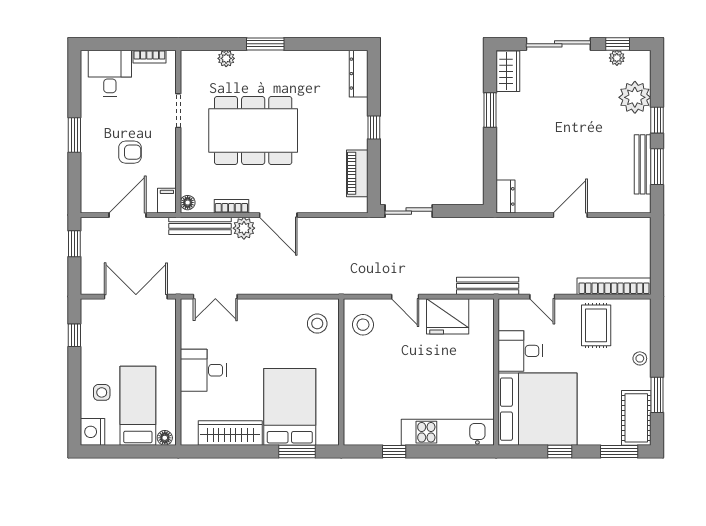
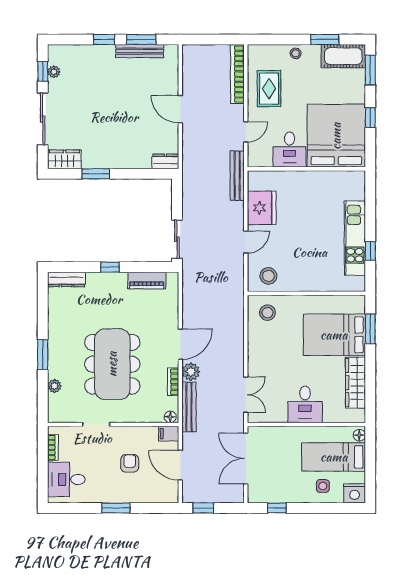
plant: (635, 97) -> (86, 57), removed
rug: (596, 325) -> (269, 89), turned 90
kitchen unit: (448, 432) -> (355, 238), moved

